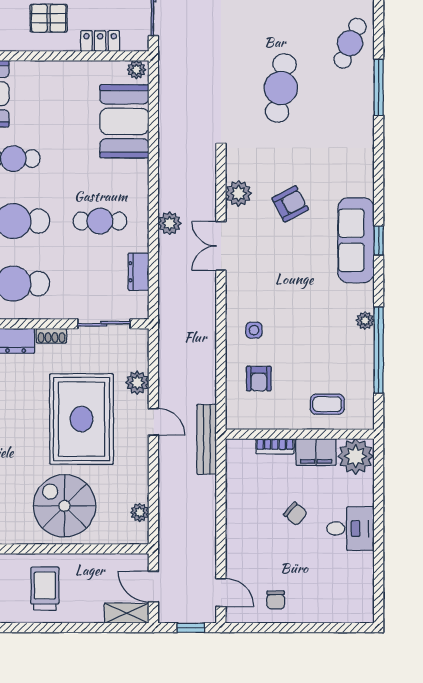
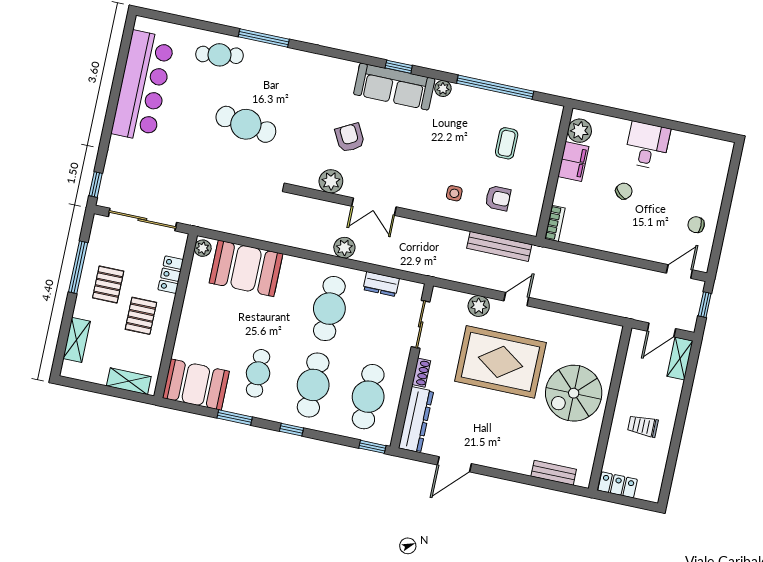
cafe table: (350, 43) -> (219, 55), turned -33
cafe table: (100, 221) -> (329, 309), width x1.37, depth x1.35
plant: (365, 320) -> (443, 88), moved
coffee table: (327, 404) -> (507, 143), moved
bench: (207, 439) -> (499, 246), moved
bookcase: (275, 446) -> (555, 223), moved
plant: (356, 456) -> (580, 131), width x0.73, depth x0.73
plant: (140, 512) -> (594, 328), removed
trolley: (45, 589) -> (643, 426), width x0.73, depth x0.72
chair: (276, 600) -> (696, 225), turned 180

